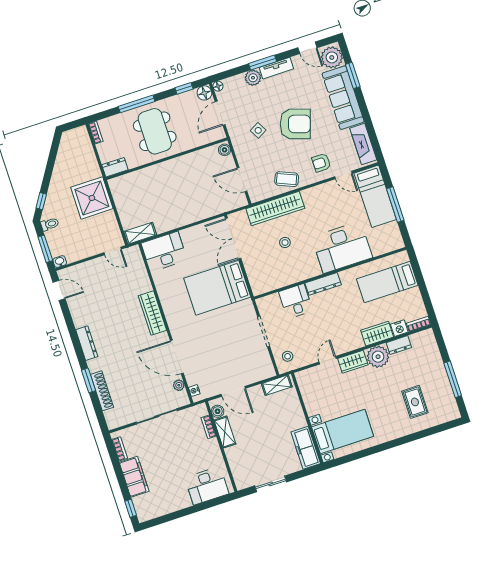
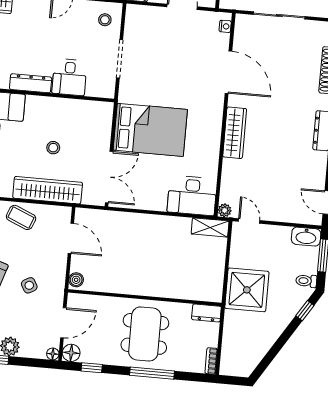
washbasin: (60, 262) -> (306, 237), width x1.91, depth x1.45
plant: (179, 385) -> (225, 210), moved

